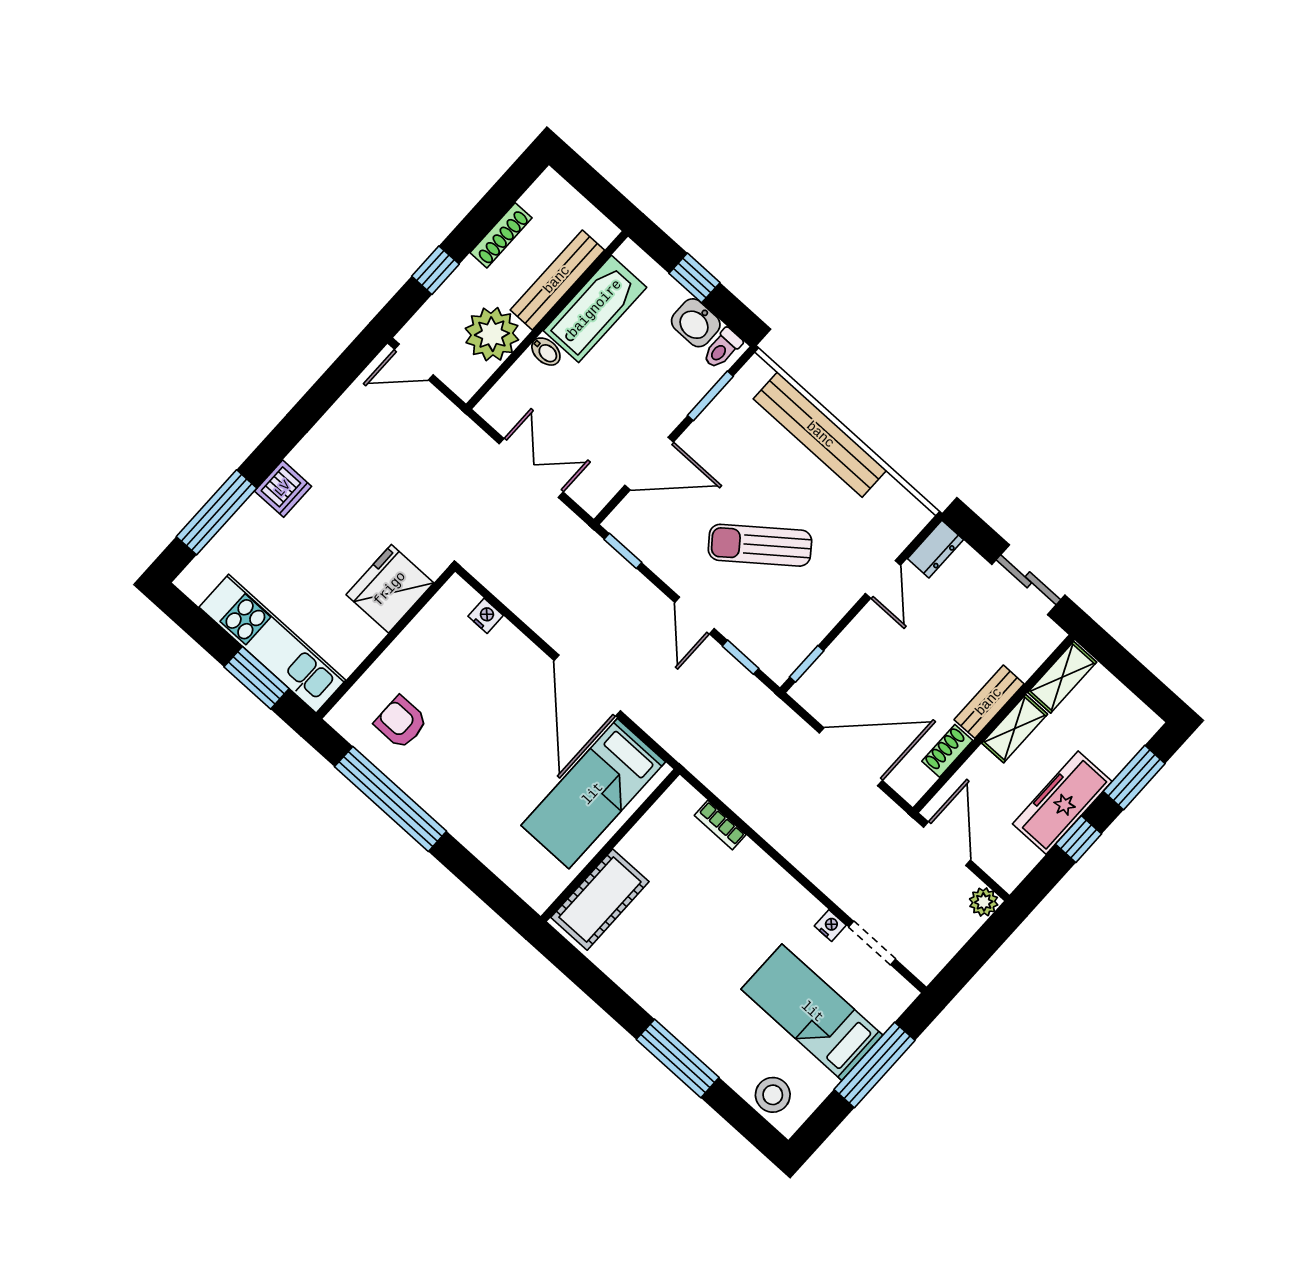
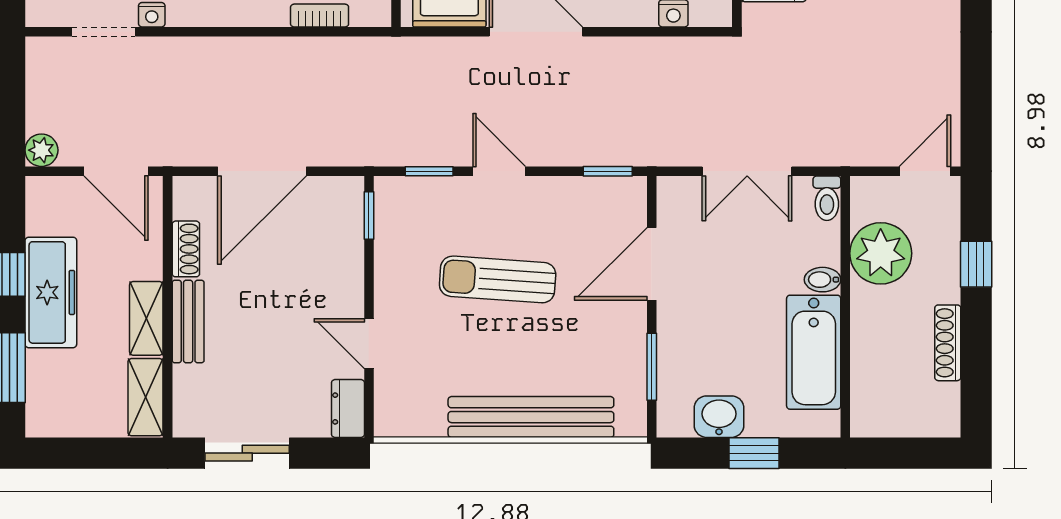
bench: (557, 280) -> (867, 348), removed
toilet: (722, 349) -> (827, 198), moved, turned 180
sun lounger: (760, 545) -> (498, 279), turned -138

